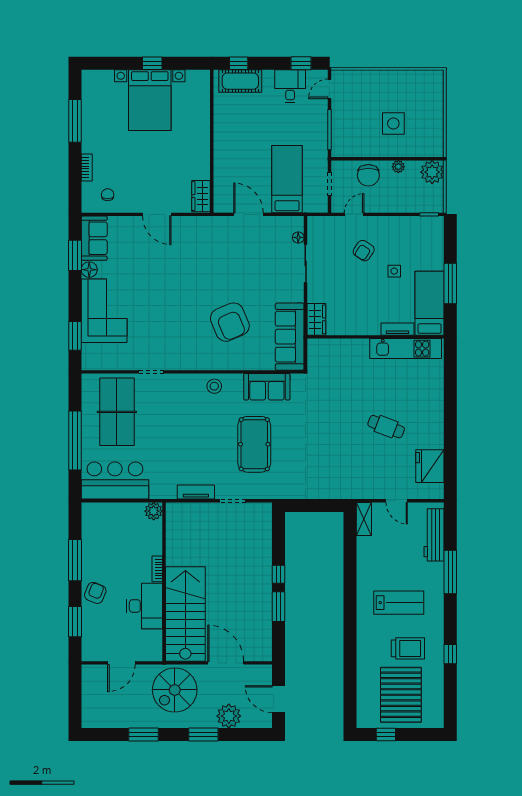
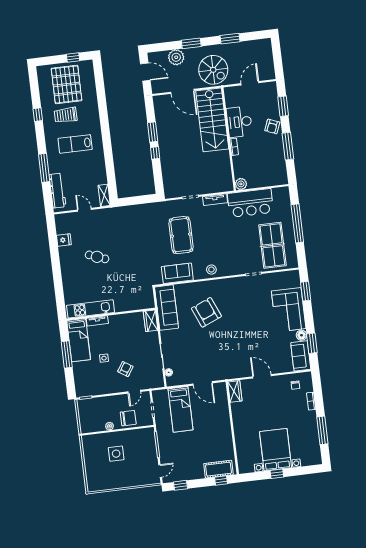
desk: (290, 86) -> (186, 470), removed
plant: (432, 172) -> (87, 425), removed
chair: (368, 175) -> (128, 418), turned 90
fridge: (430, 466) -> (64, 240), width x0.53, depth x0.75
bar counter: (115, 480) -> (250, 203), moved
spiral stairs: (175, 690) -> (213, 70), turned 90

